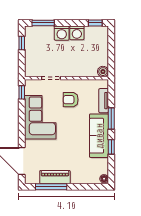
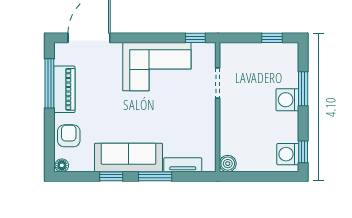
window: (43, 23) -> (303, 89), moved
washing machine: (77, 33) -> (288, 154), moved
armchair: (71, 100) -> (69, 136), moved

